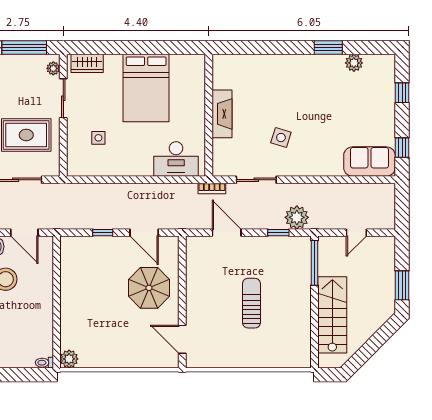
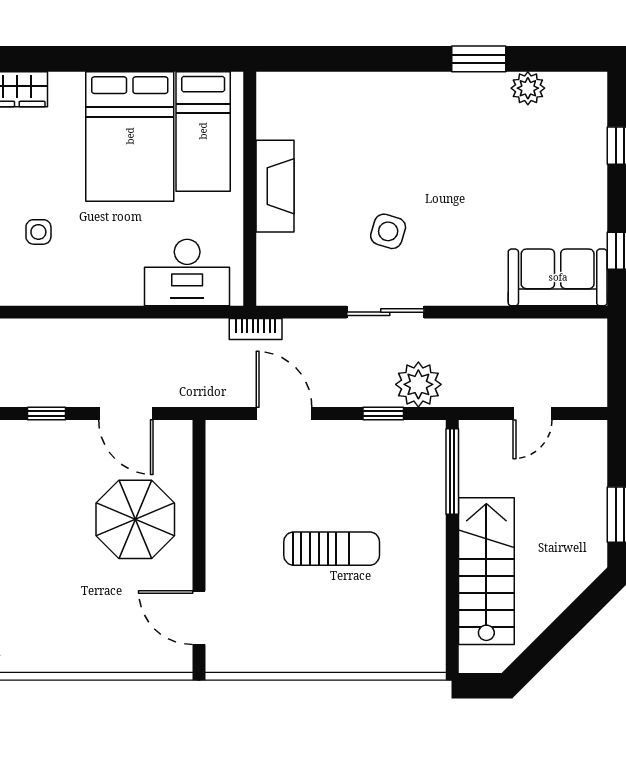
bed: (184, 85) -> (203, 131), added
sliding door: (256, 180) -> (385, 312), moved
sun lounger: (251, 303) -> (332, 549), turned 90

